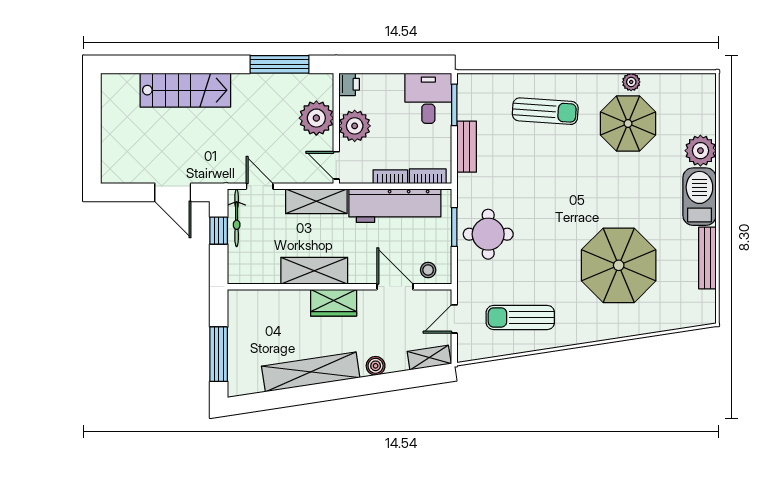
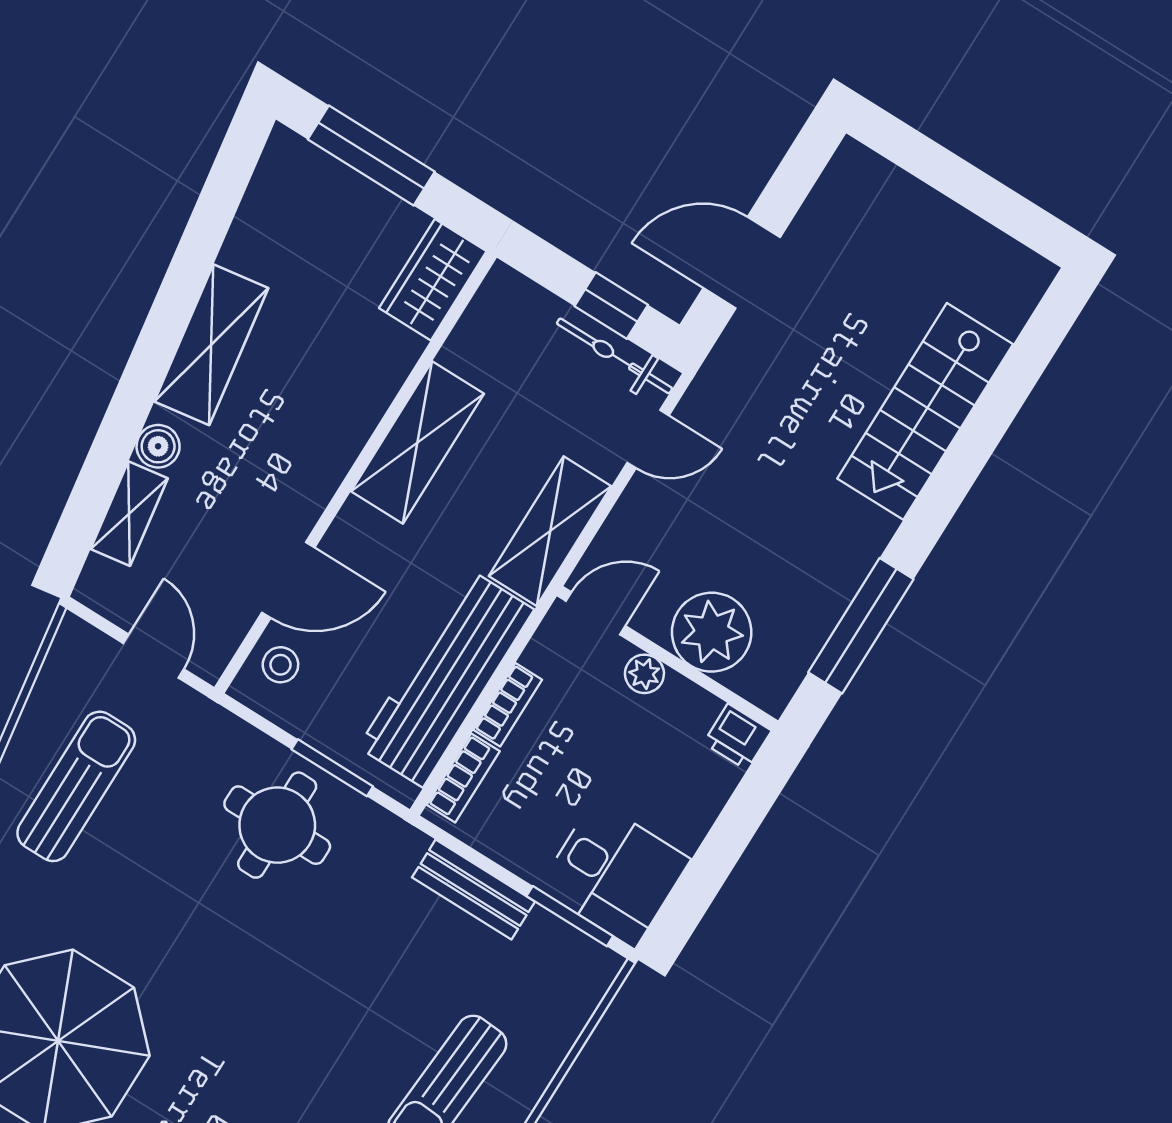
plant: (355, 126) -> (644, 674), width x0.53, depth x0.53
wardrobe: (334, 303) -> (433, 280), moved
shelving: (429, 358) -> (129, 514), moved
shelving: (311, 372) -> (211, 345), width x0.68

